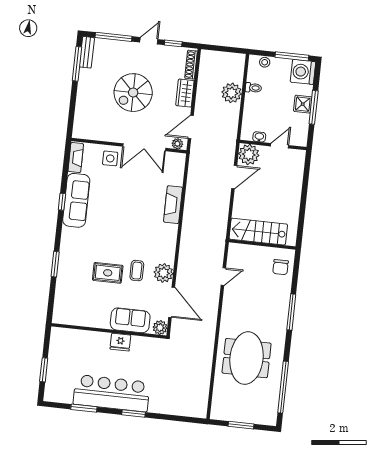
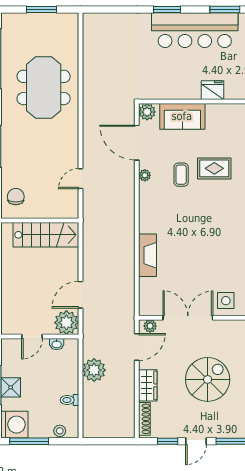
plant: (232, 93) -> (94, 370), moved
plant: (163, 273) -> (145, 175), width x0.53, depth x0.53
fridge: (120, 342) -> (212, 90), moved

